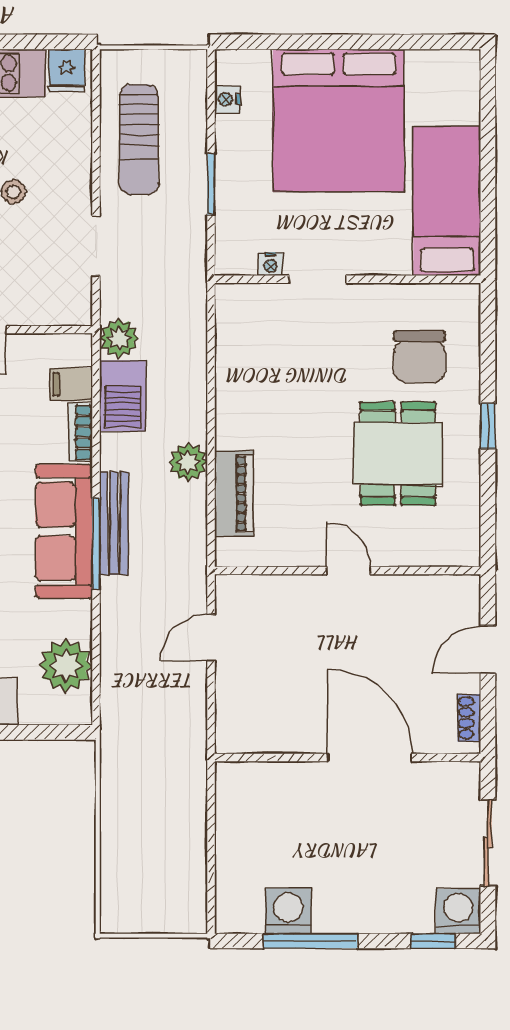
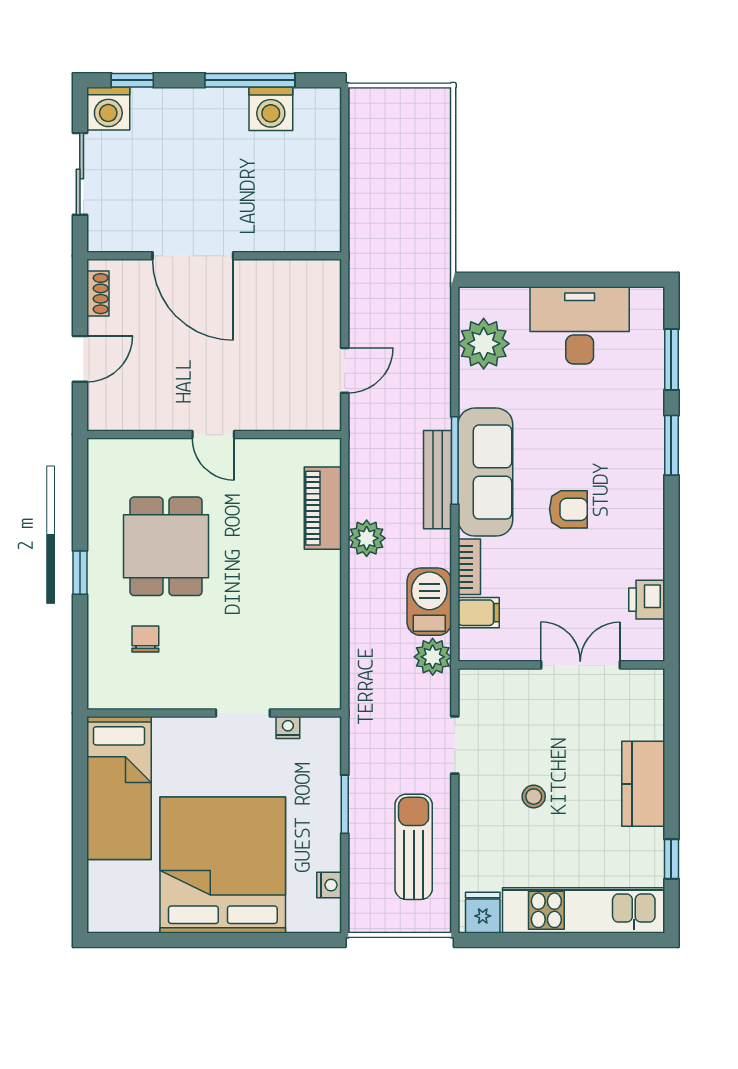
chair: (420, 357) -> (145, 639), width x0.54, depth x0.54

